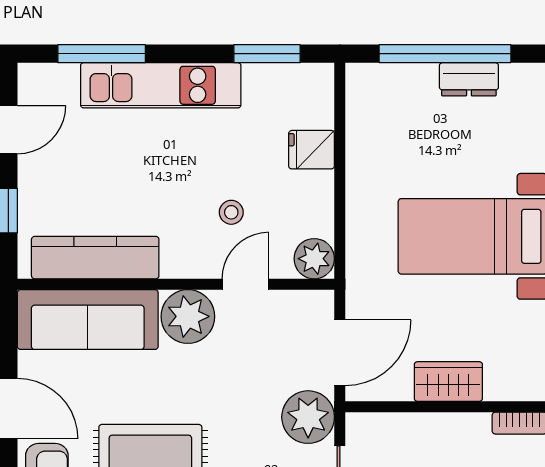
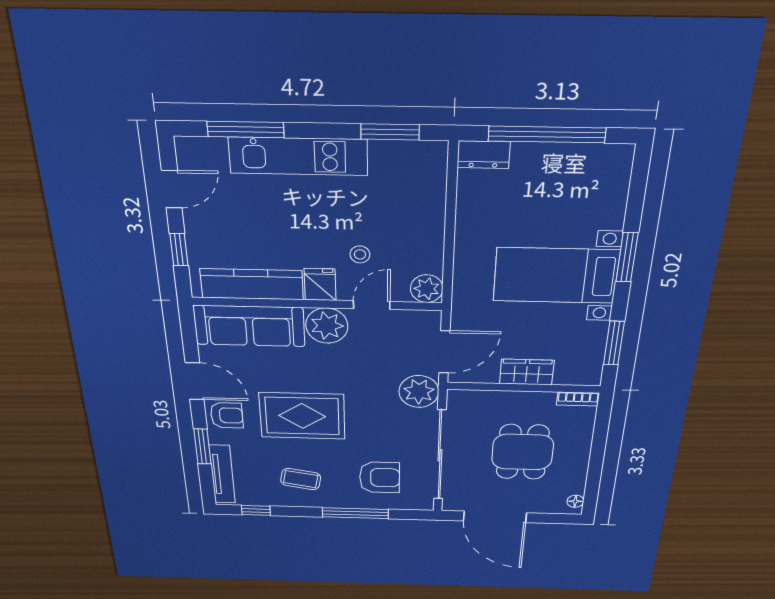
dresser: (469, 79) -> (484, 155), moved
fridge: (311, 150) -> (320, 285), moved, turned 90

